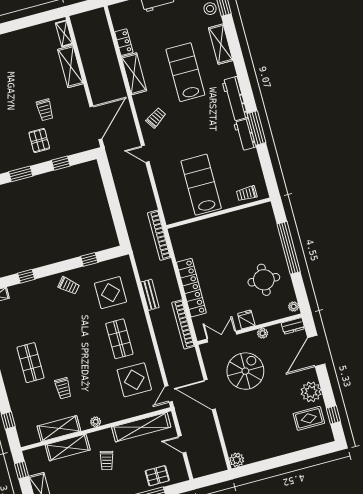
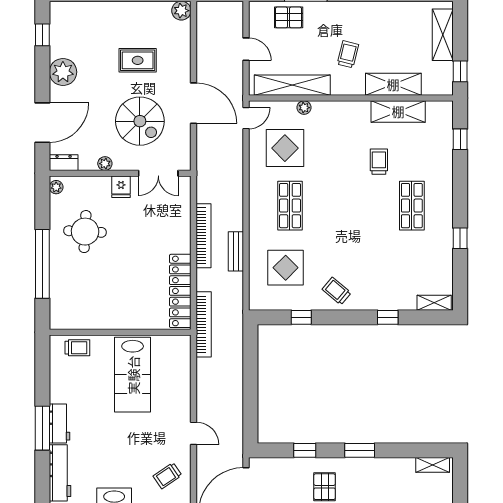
locker: (191, 288) -> (180, 291), moved
bookcase: (183, 324) -> (203, 236), moved
spiral stairs: (245, 371) -> (140, 121), turned -90
rug: (309, 418) -> (138, 60), moved
plant: (96, 422) -> (304, 108), moved

